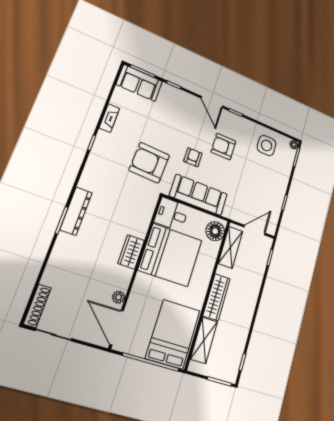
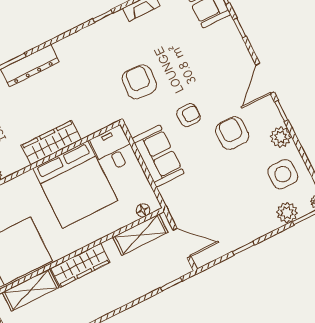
plant: (248, 127) -> (281, 137), added
armchair: (149, 163) -> (139, 82), width x0.73, depth x0.73
plant: (286, 164) -> (287, 213), added
sofa: (199, 195) -> (158, 156), width x0.73
floor lamp: (215, 231) -> (143, 210), width x0.53, depth x0.53
wardrobe: (131, 252) -> (51, 143), width x1.50

